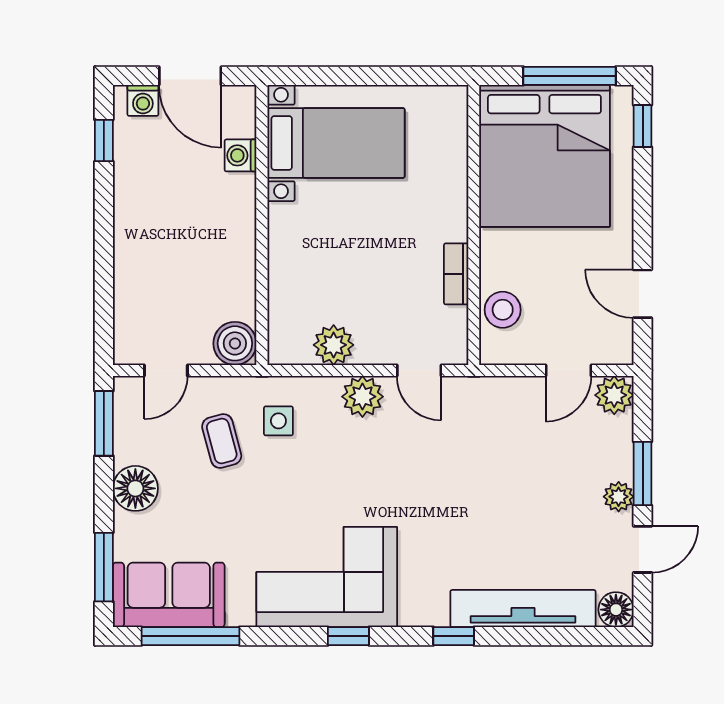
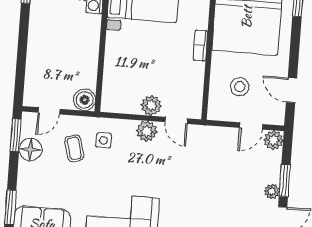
bookcase: (456, 274) -> (201, 45), moved
stool: (503, 310) -> (240, 87), moved
plant: (334, 345) -> (151, 106), moved
floor lamp: (135, 488) -> (31, 149), moved

